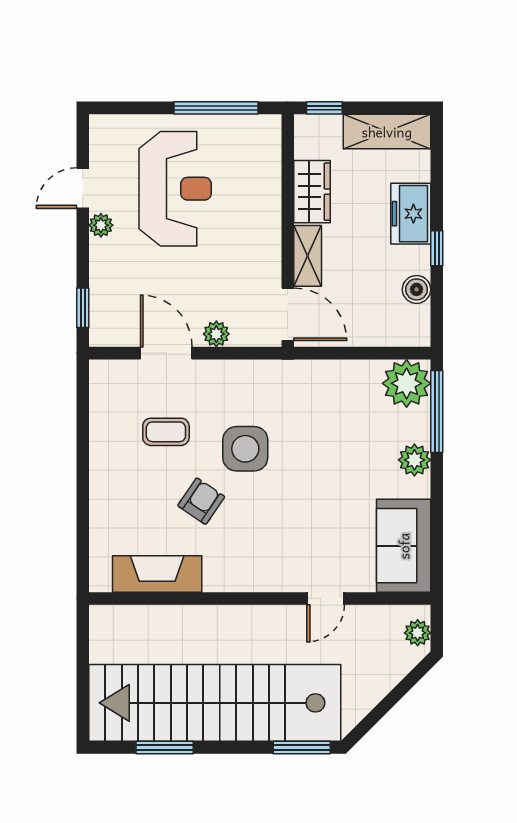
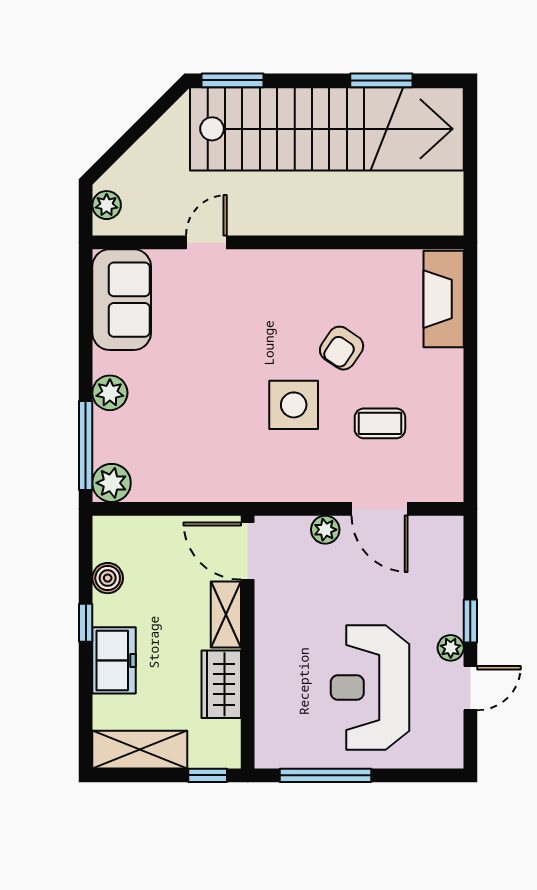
window: (83, 308) -> (470, 621), moved
plant: (407, 383) -> (112, 483), width x0.73, depth x0.73
fireplace: (157, 574) -> (444, 299), moved, turned 90

